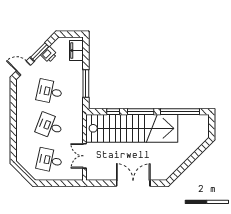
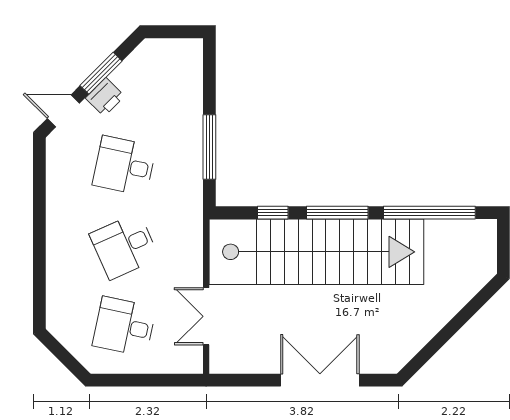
filing cabinet: (76, 51) -> (187, 70), removed
printer: (49, 55) -> (105, 97), moved
desk: (50, 126) -> (124, 246), turned -45

